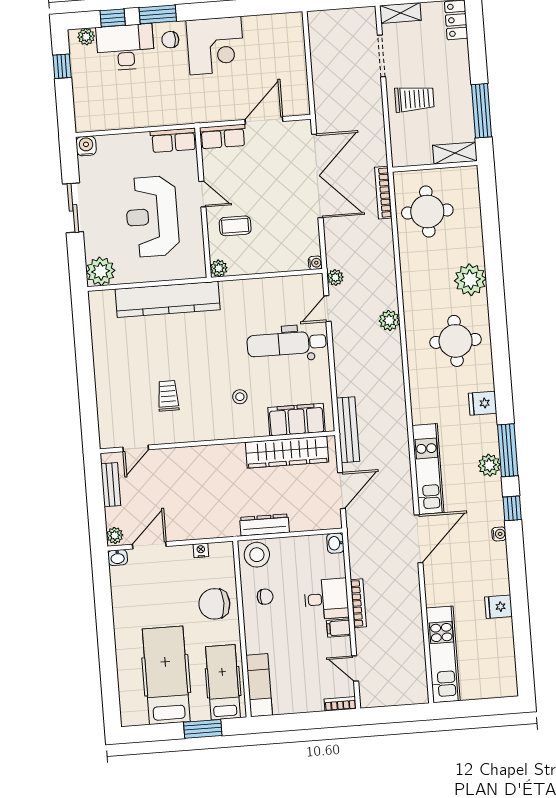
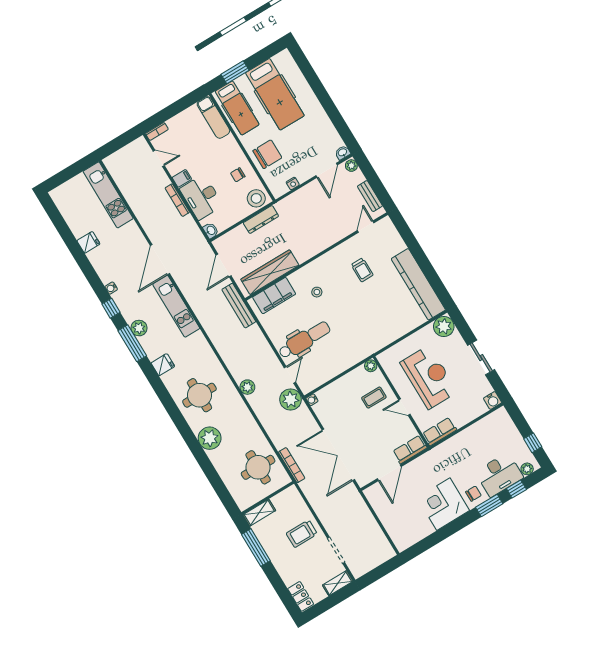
plant: (335, 277) -> (291, 399), width x1.87, depth x1.87
kitchen counter: (168, 299) -> (418, 284), moved, turned -90
desk: (326, 599) -> (201, 197), width x1.37

